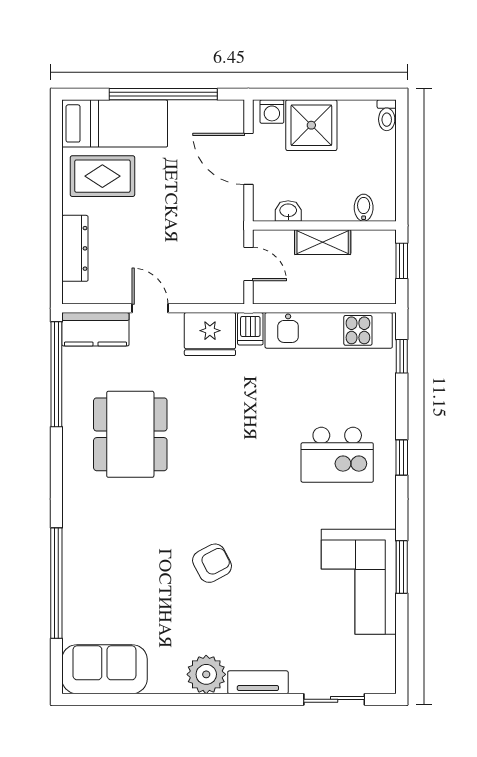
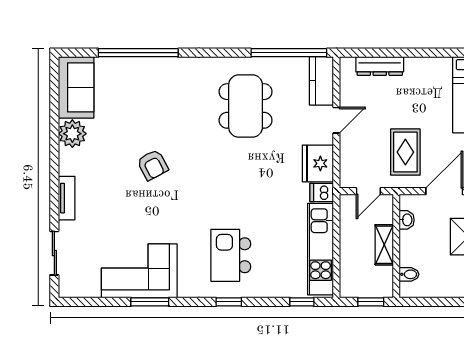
rug: (102, 176) -> (405, 152), moved
dining table: (130, 434) -> (246, 106), turned 90
plant: (206, 674) -> (72, 134), moved

